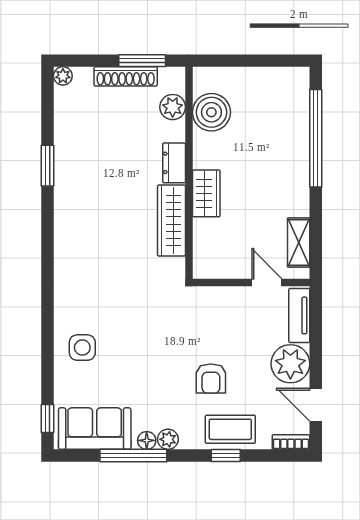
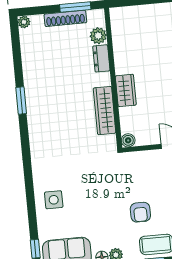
boiler: (211, 112) -> (128, 140), moved, width x0.54, depth x0.54
dresser: (174, 163) -> (101, 58), moved
window: (48, 166) -> (21, 100), moved

